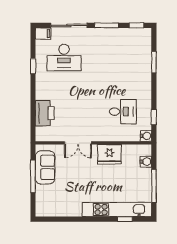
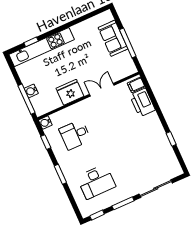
filing cabinet: (43, 34) -> (136, 85), moved
desk: (64, 58) -> (96, 182), moved, turned 180
window: (154, 62) -> (60, 174), moved
water cooler: (146, 162) -> (31, 91), moved
sofa: (45, 167) -> (113, 38), moved
window: (154, 186) -> (26, 99), moved

